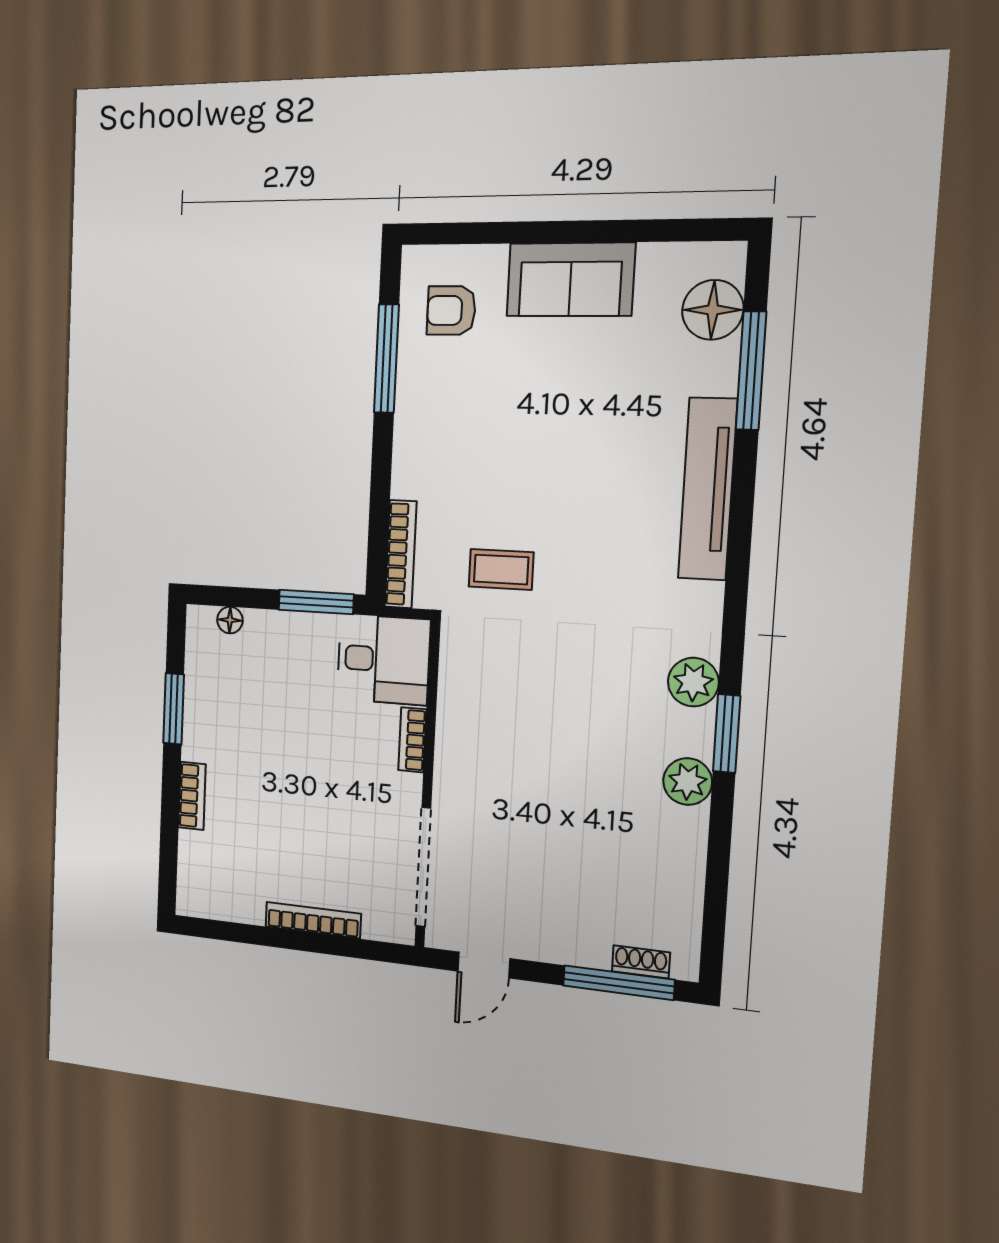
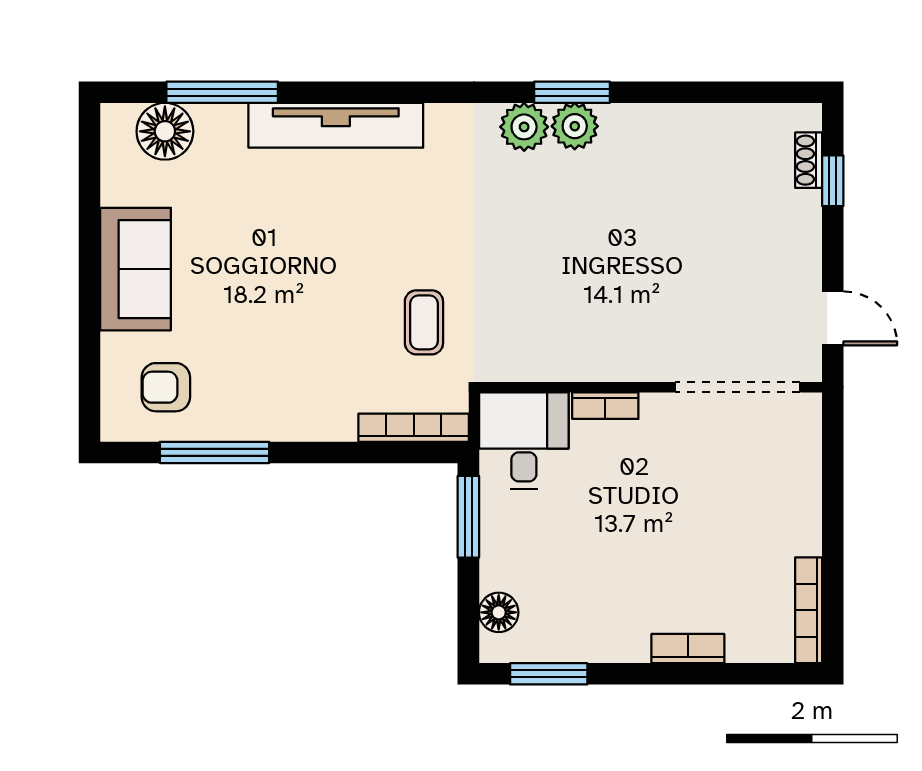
armchair: (451, 310) -> (166, 387), turned 90
floor lamp: (230, 620) -> (499, 612), width x1.37, depth x1.37
window: (174, 709) -> (549, 674), moved
plant: (688, 782) -> (575, 126), moved
bookcase: (313, 920) -> (809, 610), moved
window: (619, 983) -> (833, 181), width x0.46

